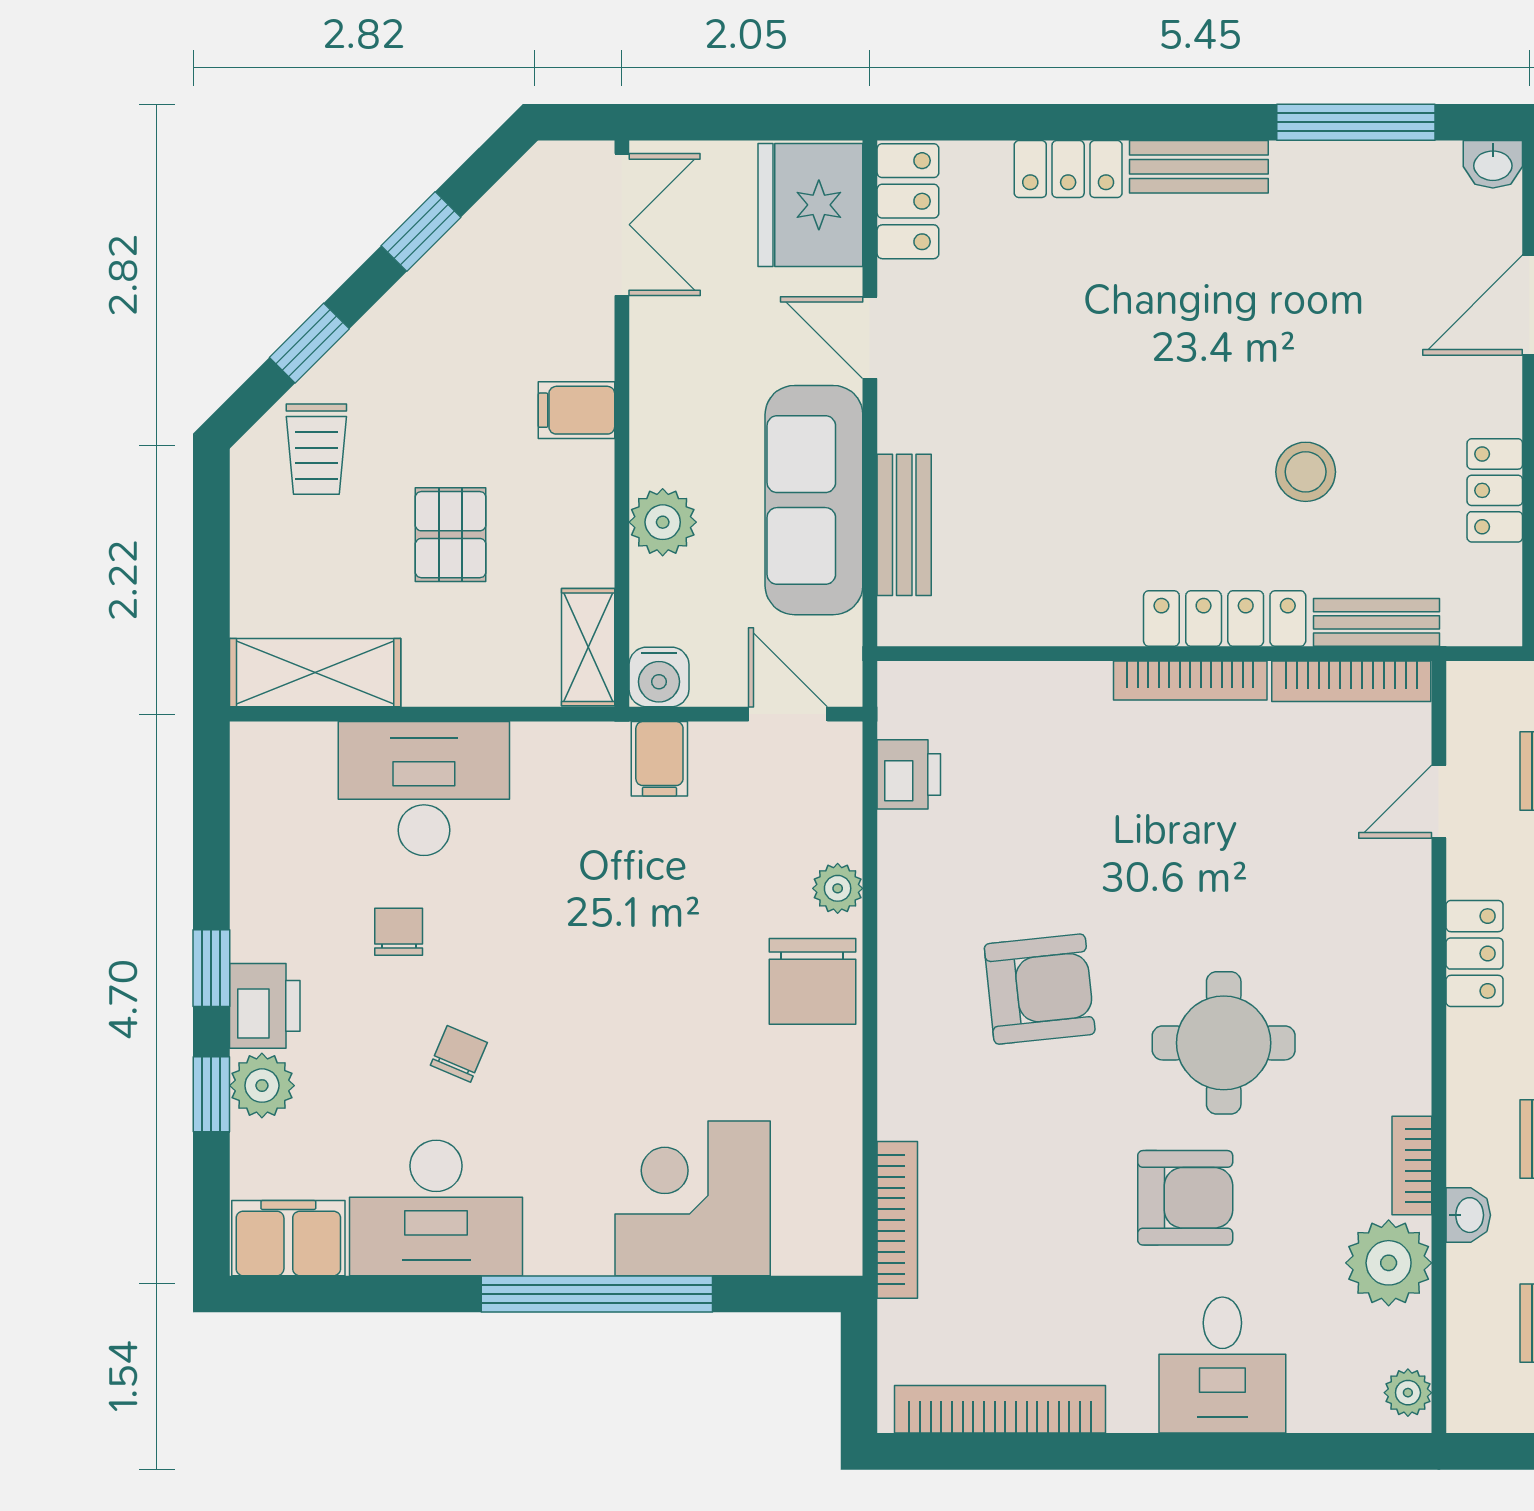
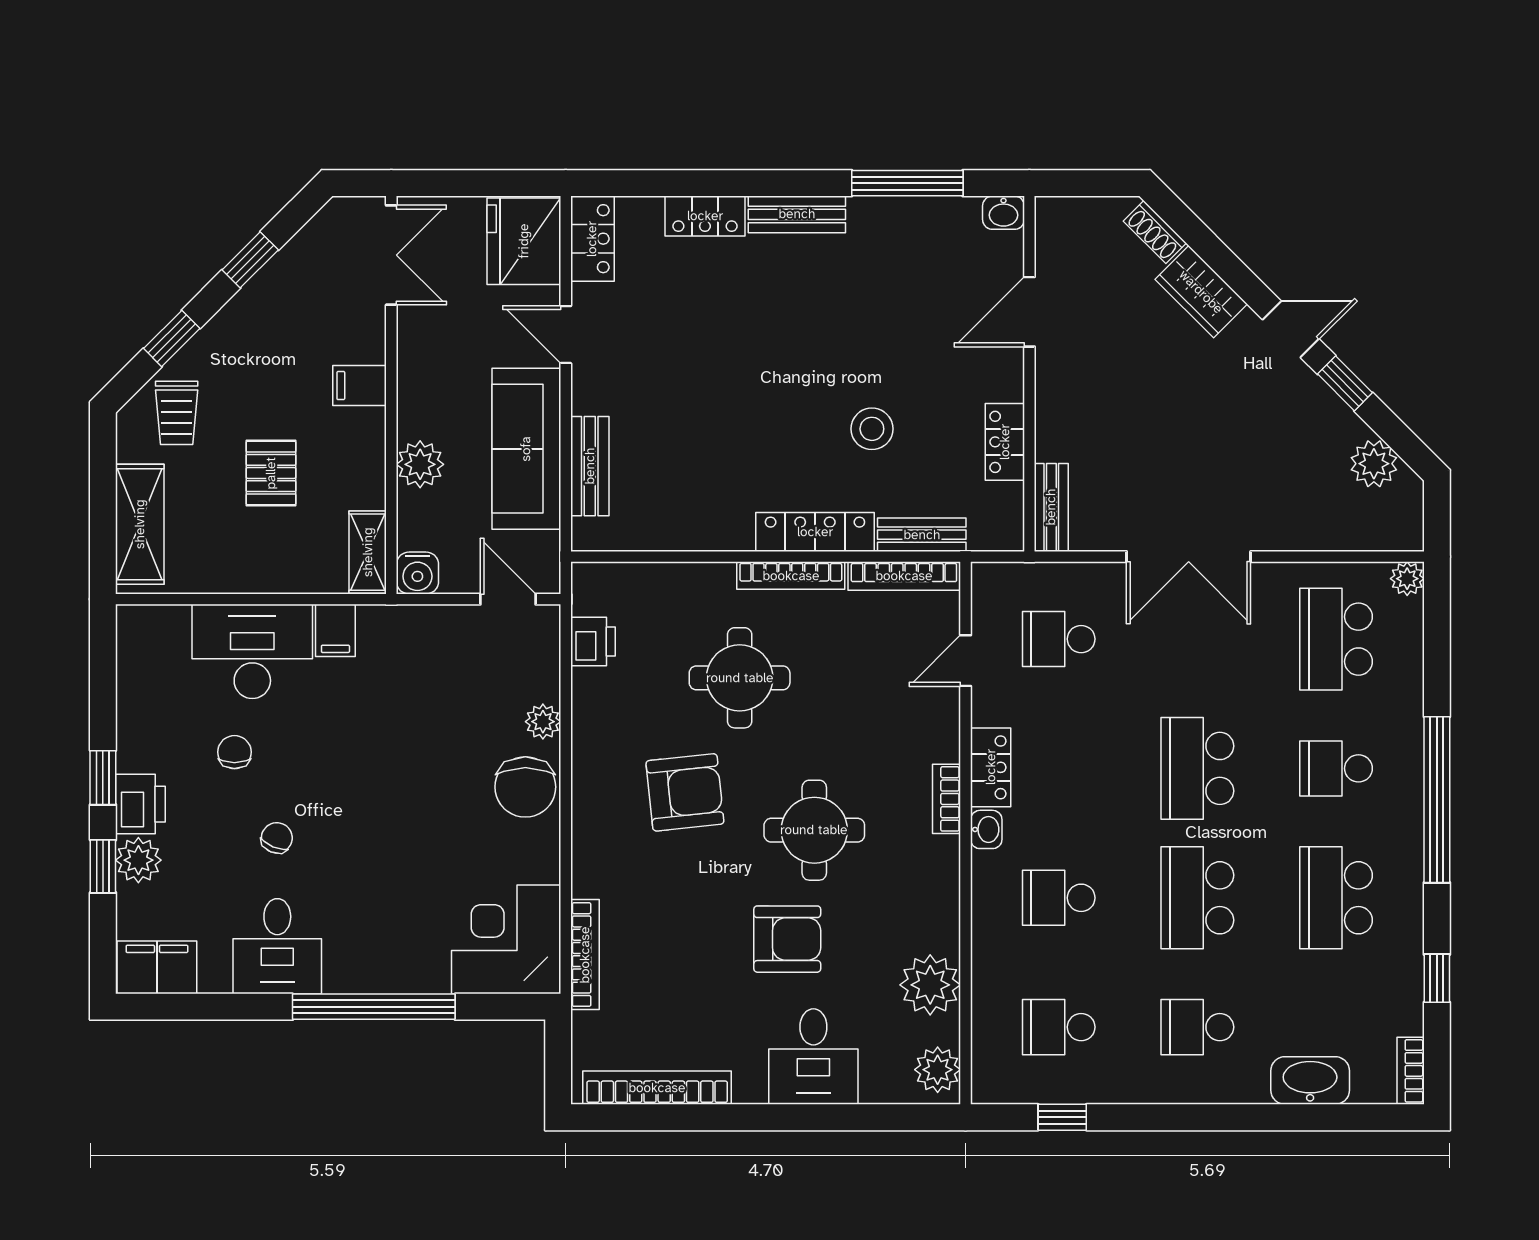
shelving: (315, 673) -> (140, 524), moved, turned 90
filing cabinet: (659, 759) -> (335, 630), moved
round table: (1117, 826) -> (740, 678), added
bookcase: (1412, 1165) -> (947, 799), moved
corner desk: (693, 1198) -> (506, 939), moved
desk: (436, 1208) -> (277, 946), width x0.73
washbasin: (1468, 1215) -> (986, 829), moved
plant: (1408, 1393) -> (938, 1070), width x1.38, depth x1.38

